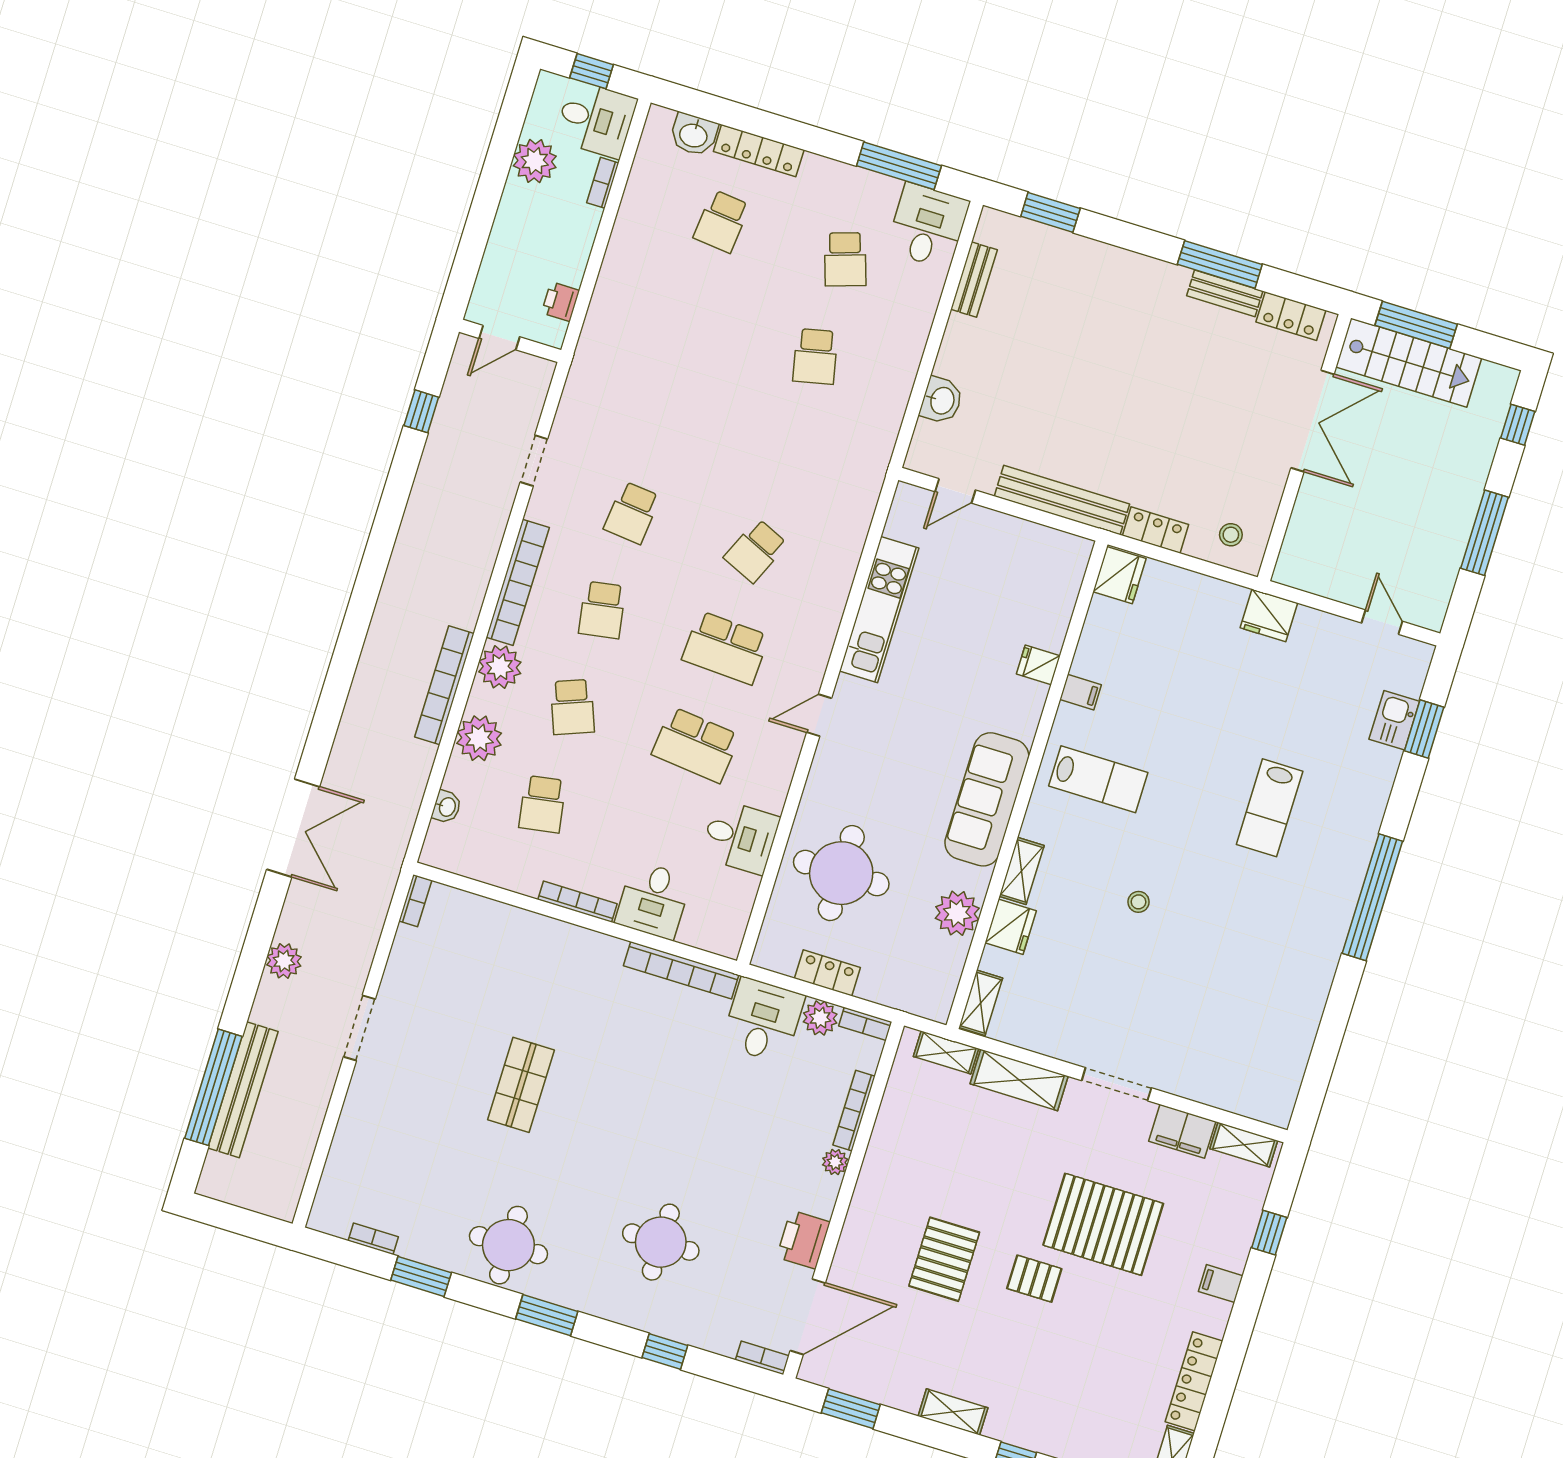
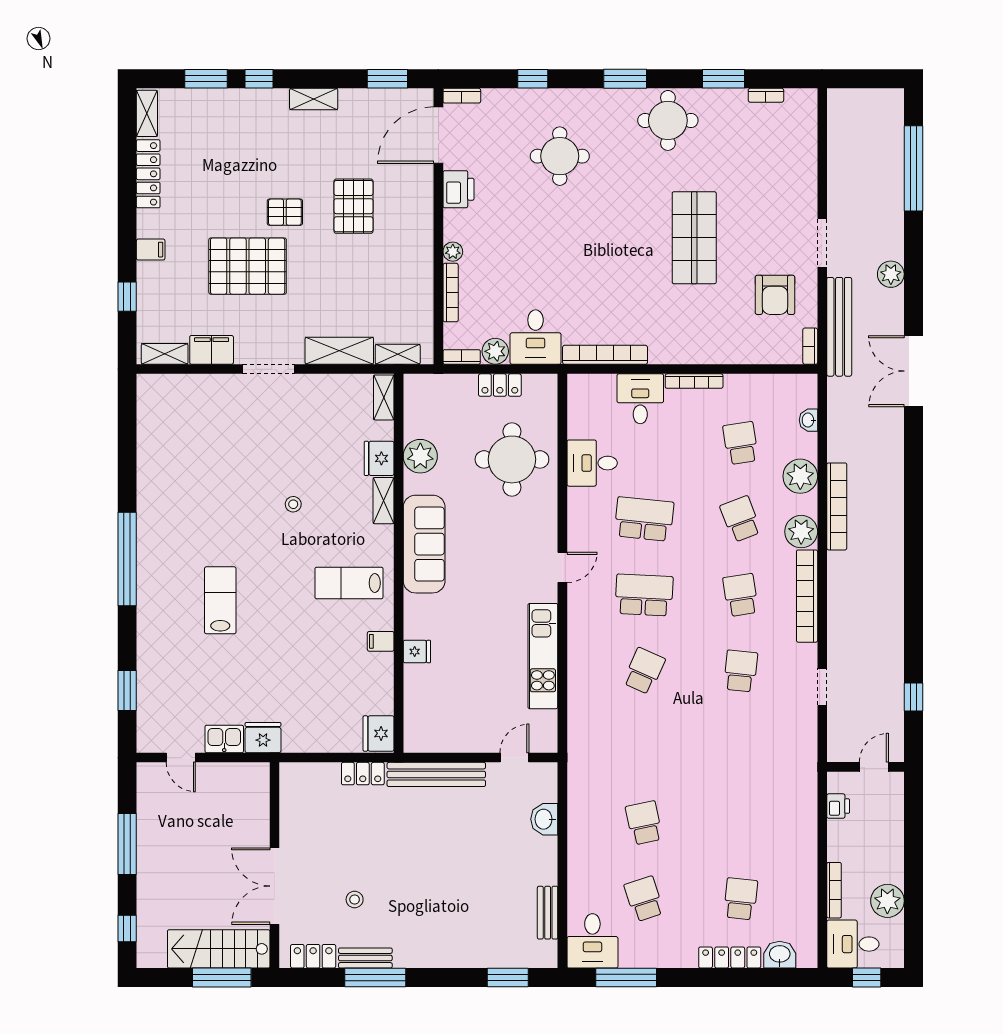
bookcase: (603, 183) -> (834, 890), width x1.56
stool: (1231, 535) -> (355, 900), moved
kitchen sink: (1394, 720) -> (224, 739), moved, turned -90
armchair: (440, 980) -> (775, 295), added
shop shelf: (521, 1085) -> (694, 238), width x1.43, depth x1.36
bench: (243, 1090) -> (839, 327), moved

